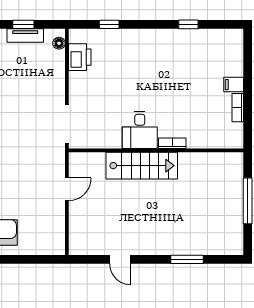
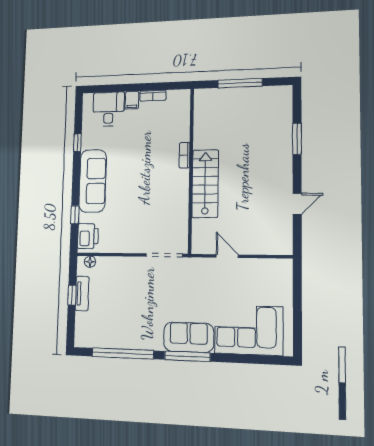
sofa: (146, 43) -> (93, 181), added
printer: (80, 57) -> (88, 236), moved, turned 90
desk: (140, 130) -> (108, 109), moved, turned -90

